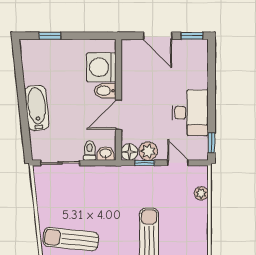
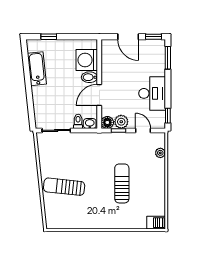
window: (211, 64) -> (168, 58), added
bathtub: (37, 108) -> (37, 69), moved

